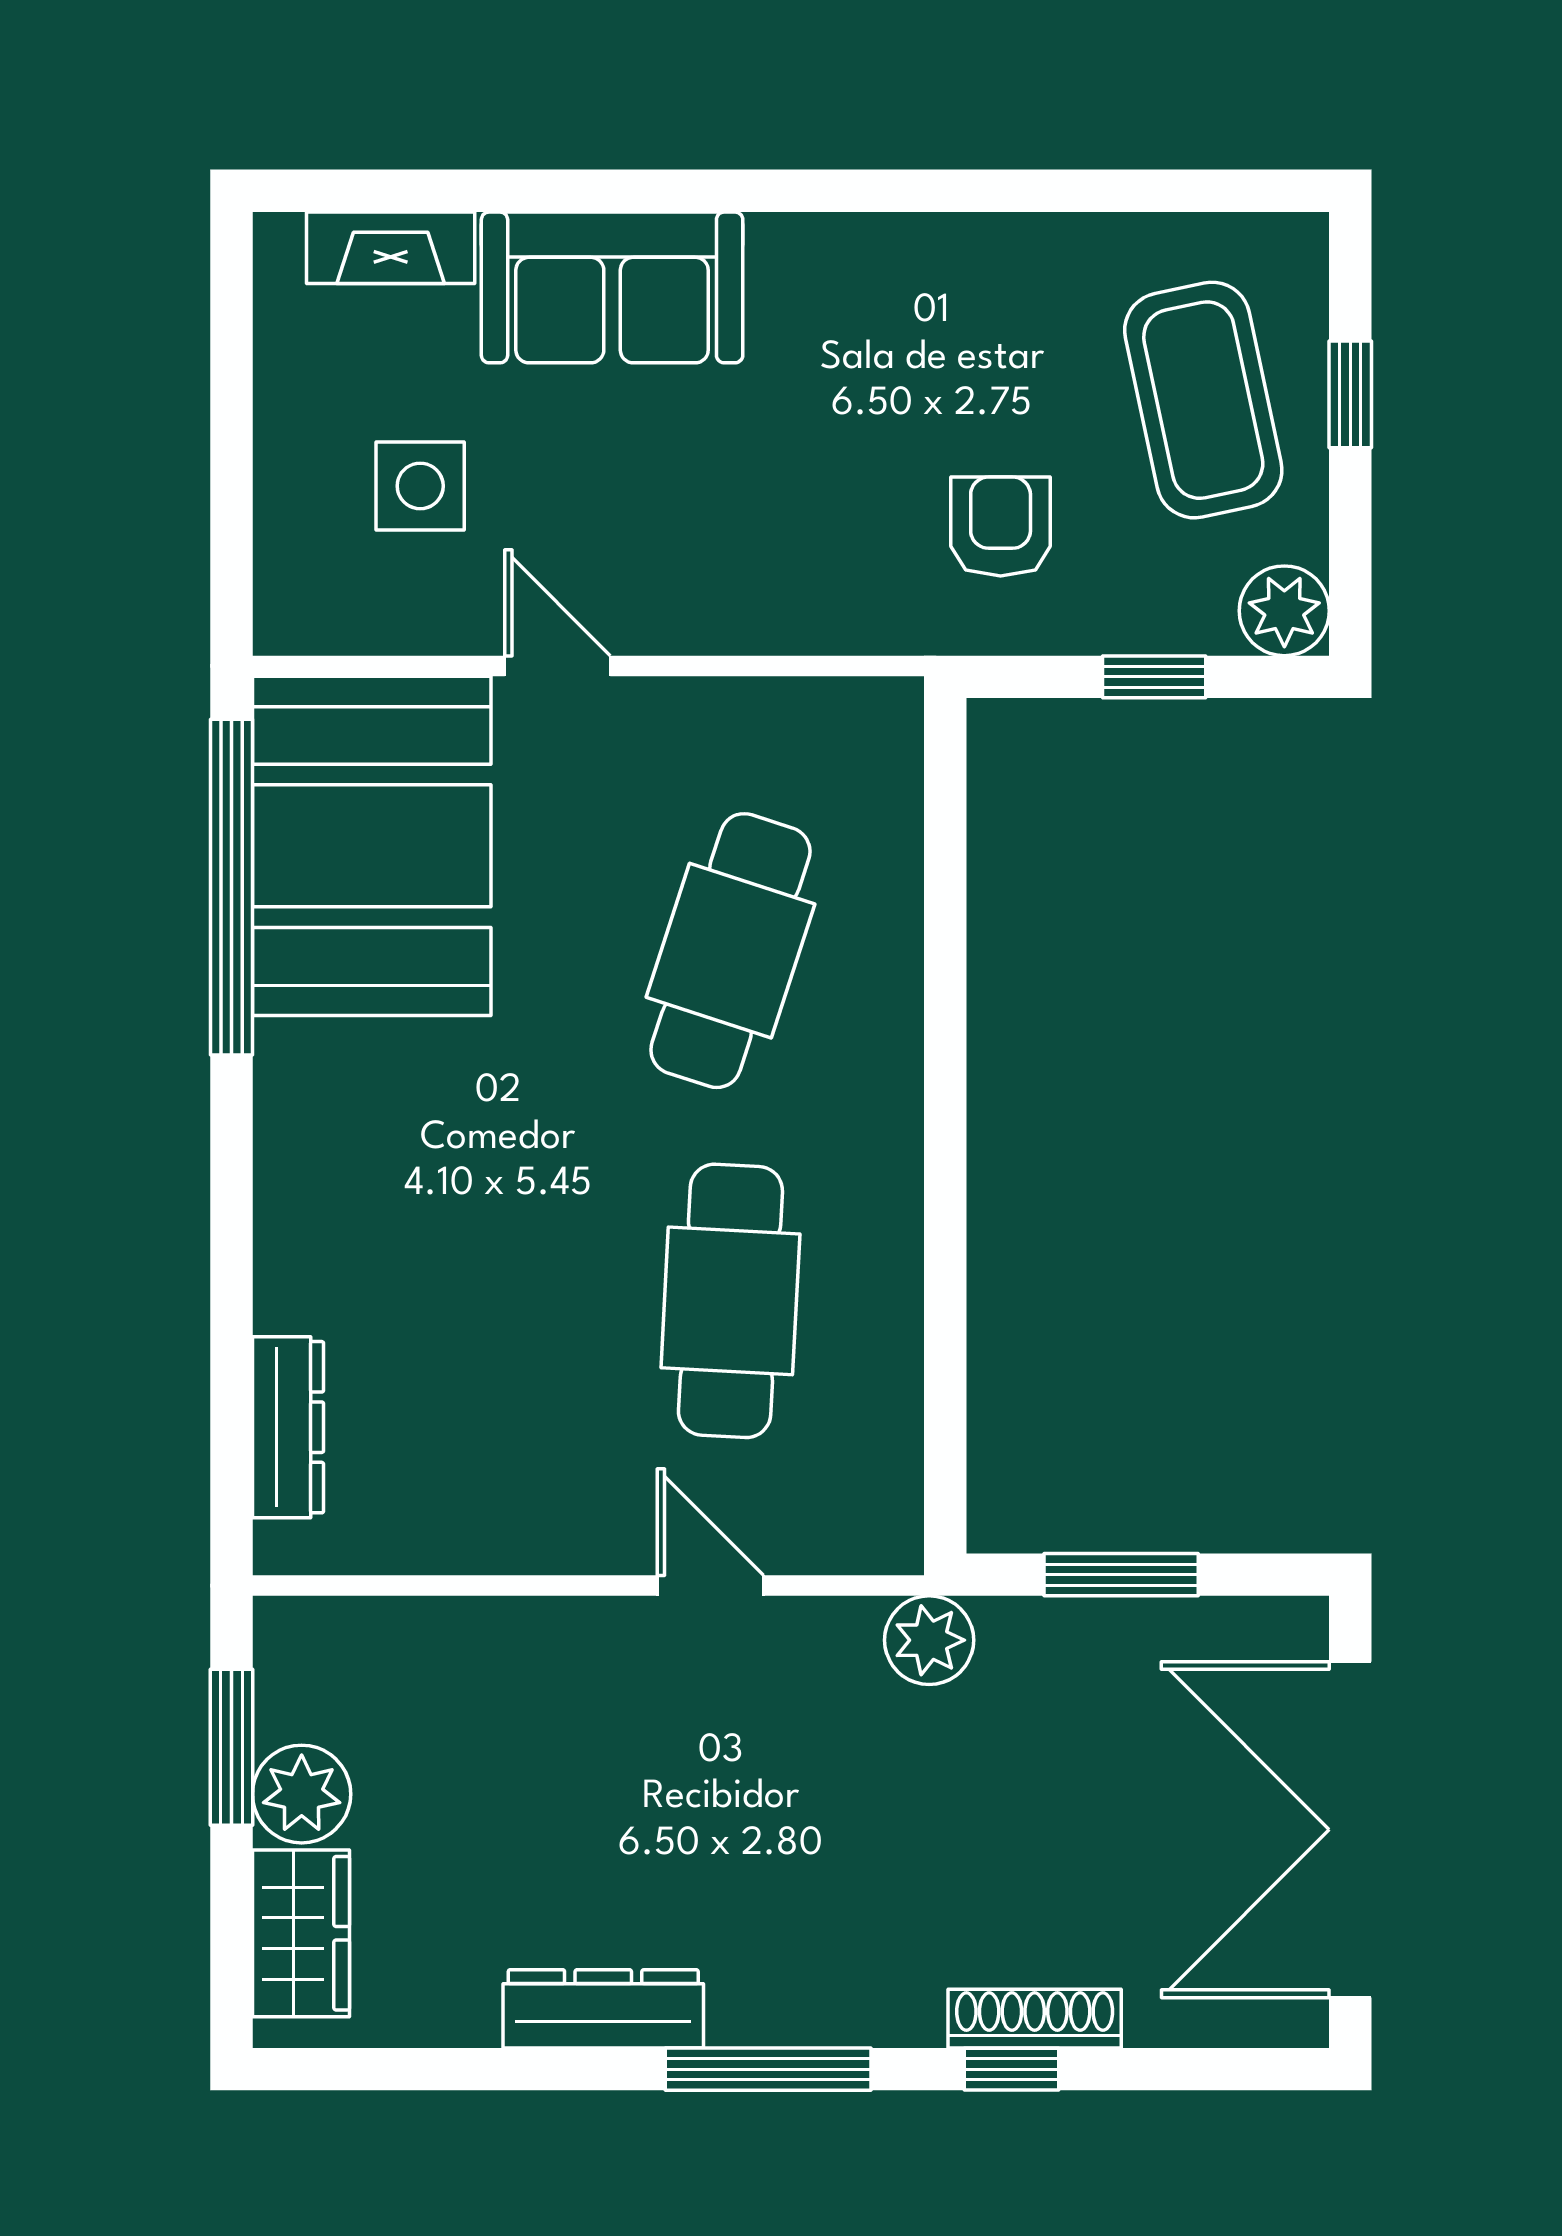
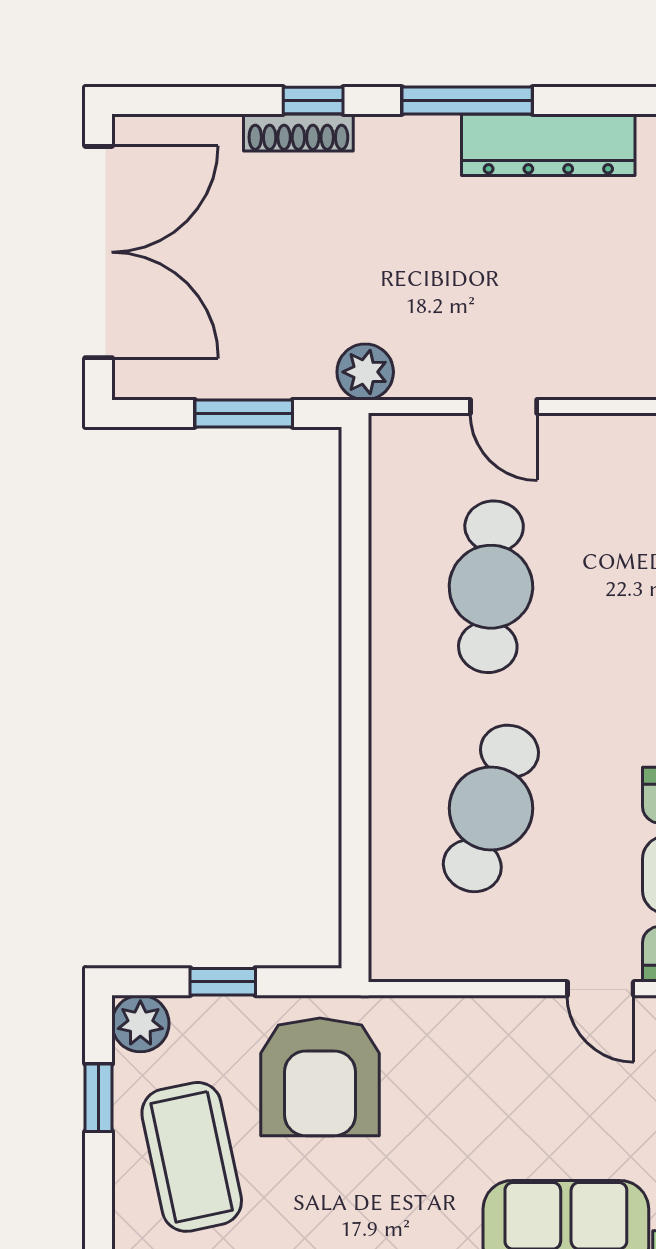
window: (1350, 394) -> (99, 1098), moved
armchair: (1001, 527) -> (320, 1077), width x1.88, depth x1.88
dresser: (603, 2009) -> (548, 145), width x1.37, depth x1.24

